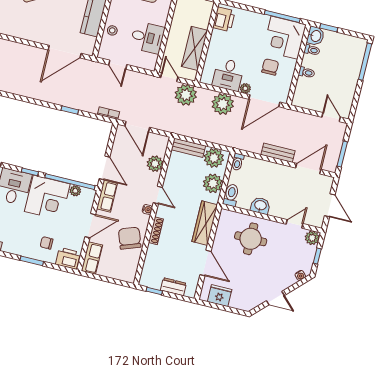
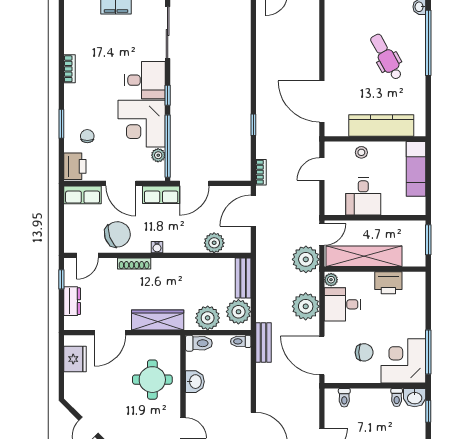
printer: (224, 19) -> (388, 283), moved
shelving: (195, 48) -> (364, 256), width x1.47
toilet: (307, 72) -> (344, 398), moved
plant: (245, 88) -> (331, 280), moved
bench: (278, 153) -> (264, 342), moved
door: (158, 195) -> (87, 255), moved

